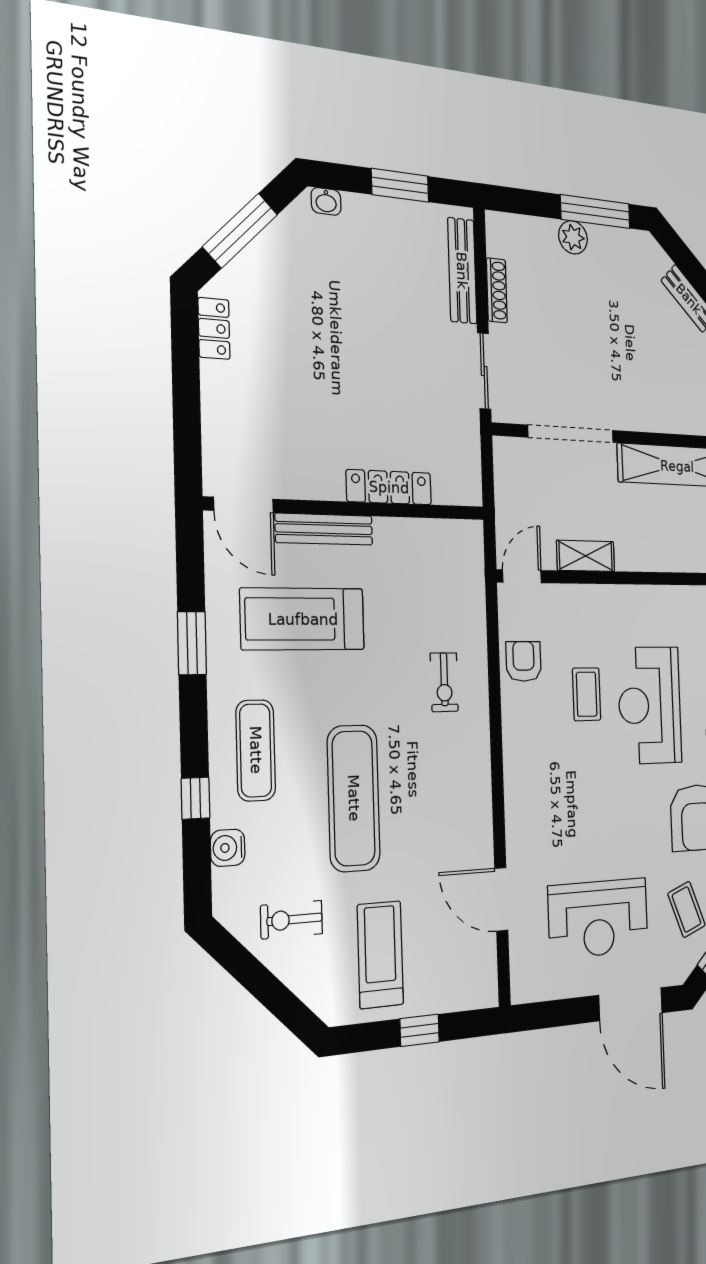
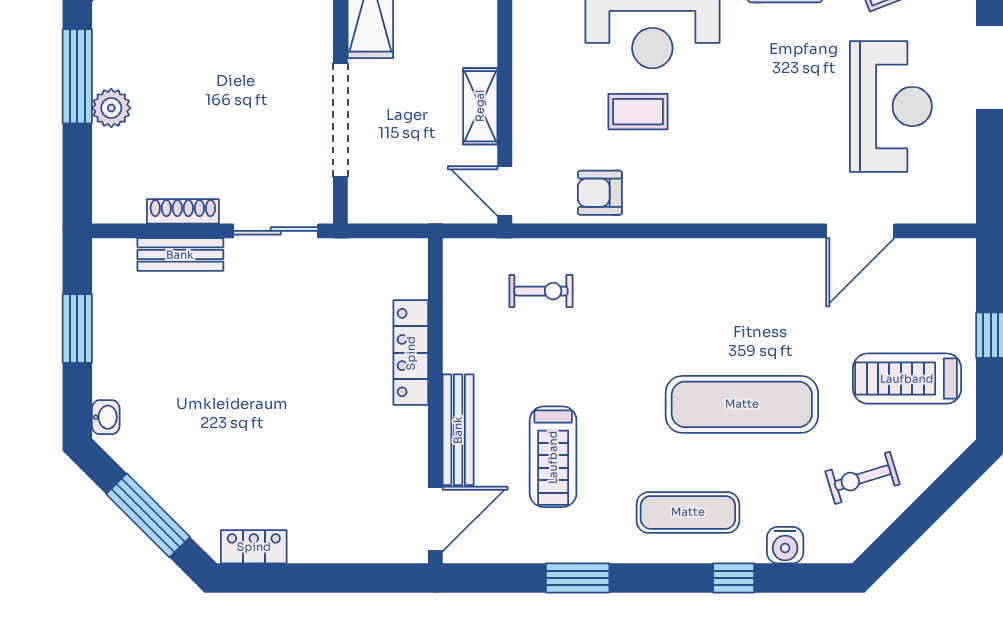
bench: (462, 271) -> (180, 255), width x0.73
treadmill: (303, 619) -> (553, 457), width x0.73, depth x0.73
exercise bike: (444, 682) -> (541, 291), moved
exercise bike: (292, 920) -> (863, 478), turned 73

